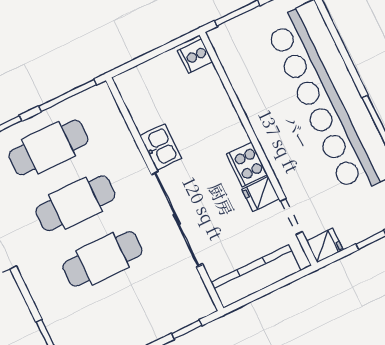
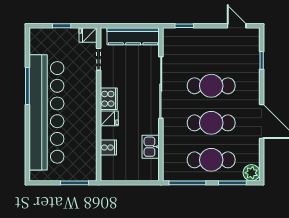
cooker: (195, 56) -> (108, 147), moved
kitchen sink: (161, 147) -> (151, 147), moved
fridge: (261, 194) -> (109, 118), moved

